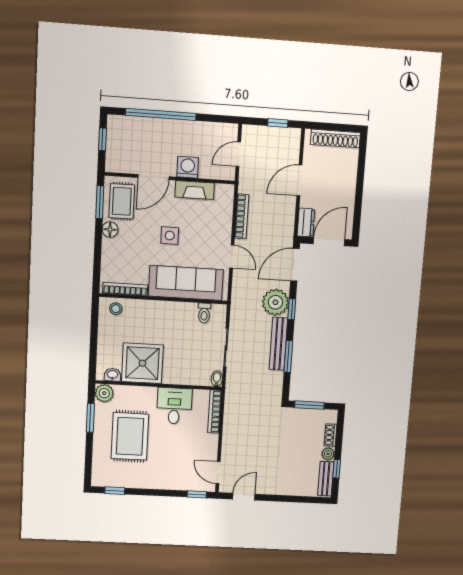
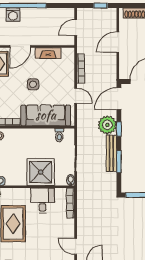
washing machine: (188, 167) -> (13, 15), moved, turned 180
dresser: (306, 222) -> (124, 70), removed
shower: (142, 363) -> (41, 172), moved

